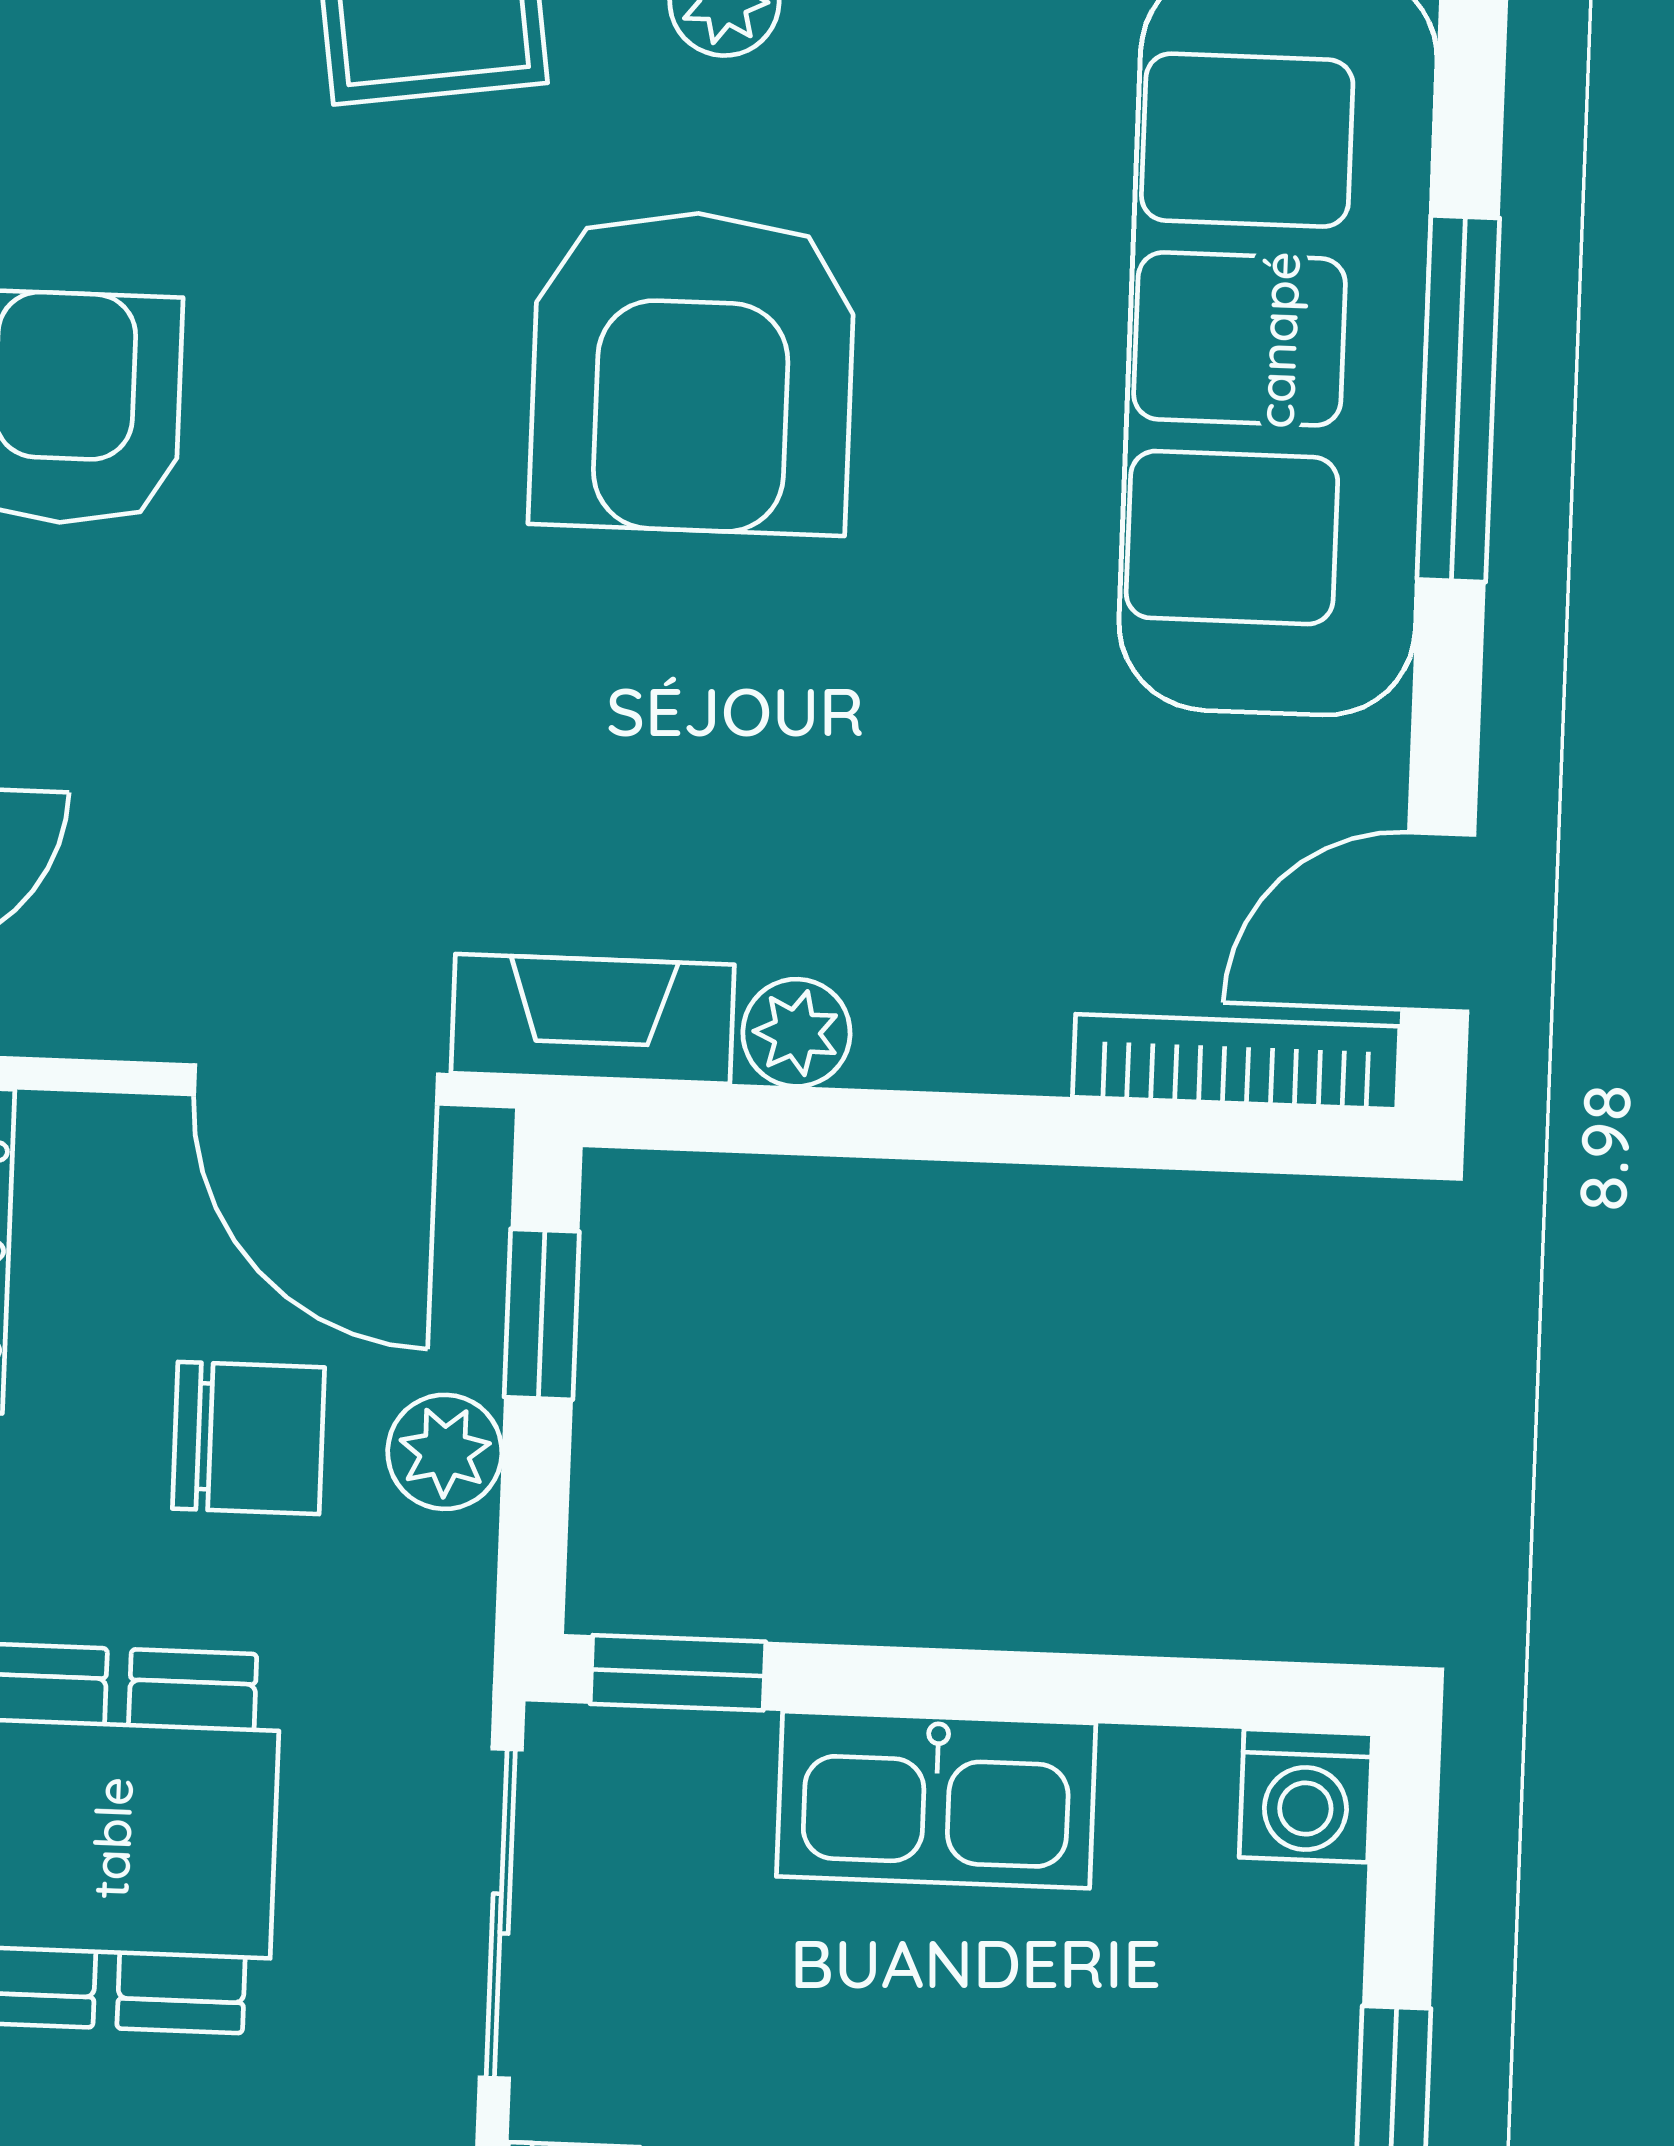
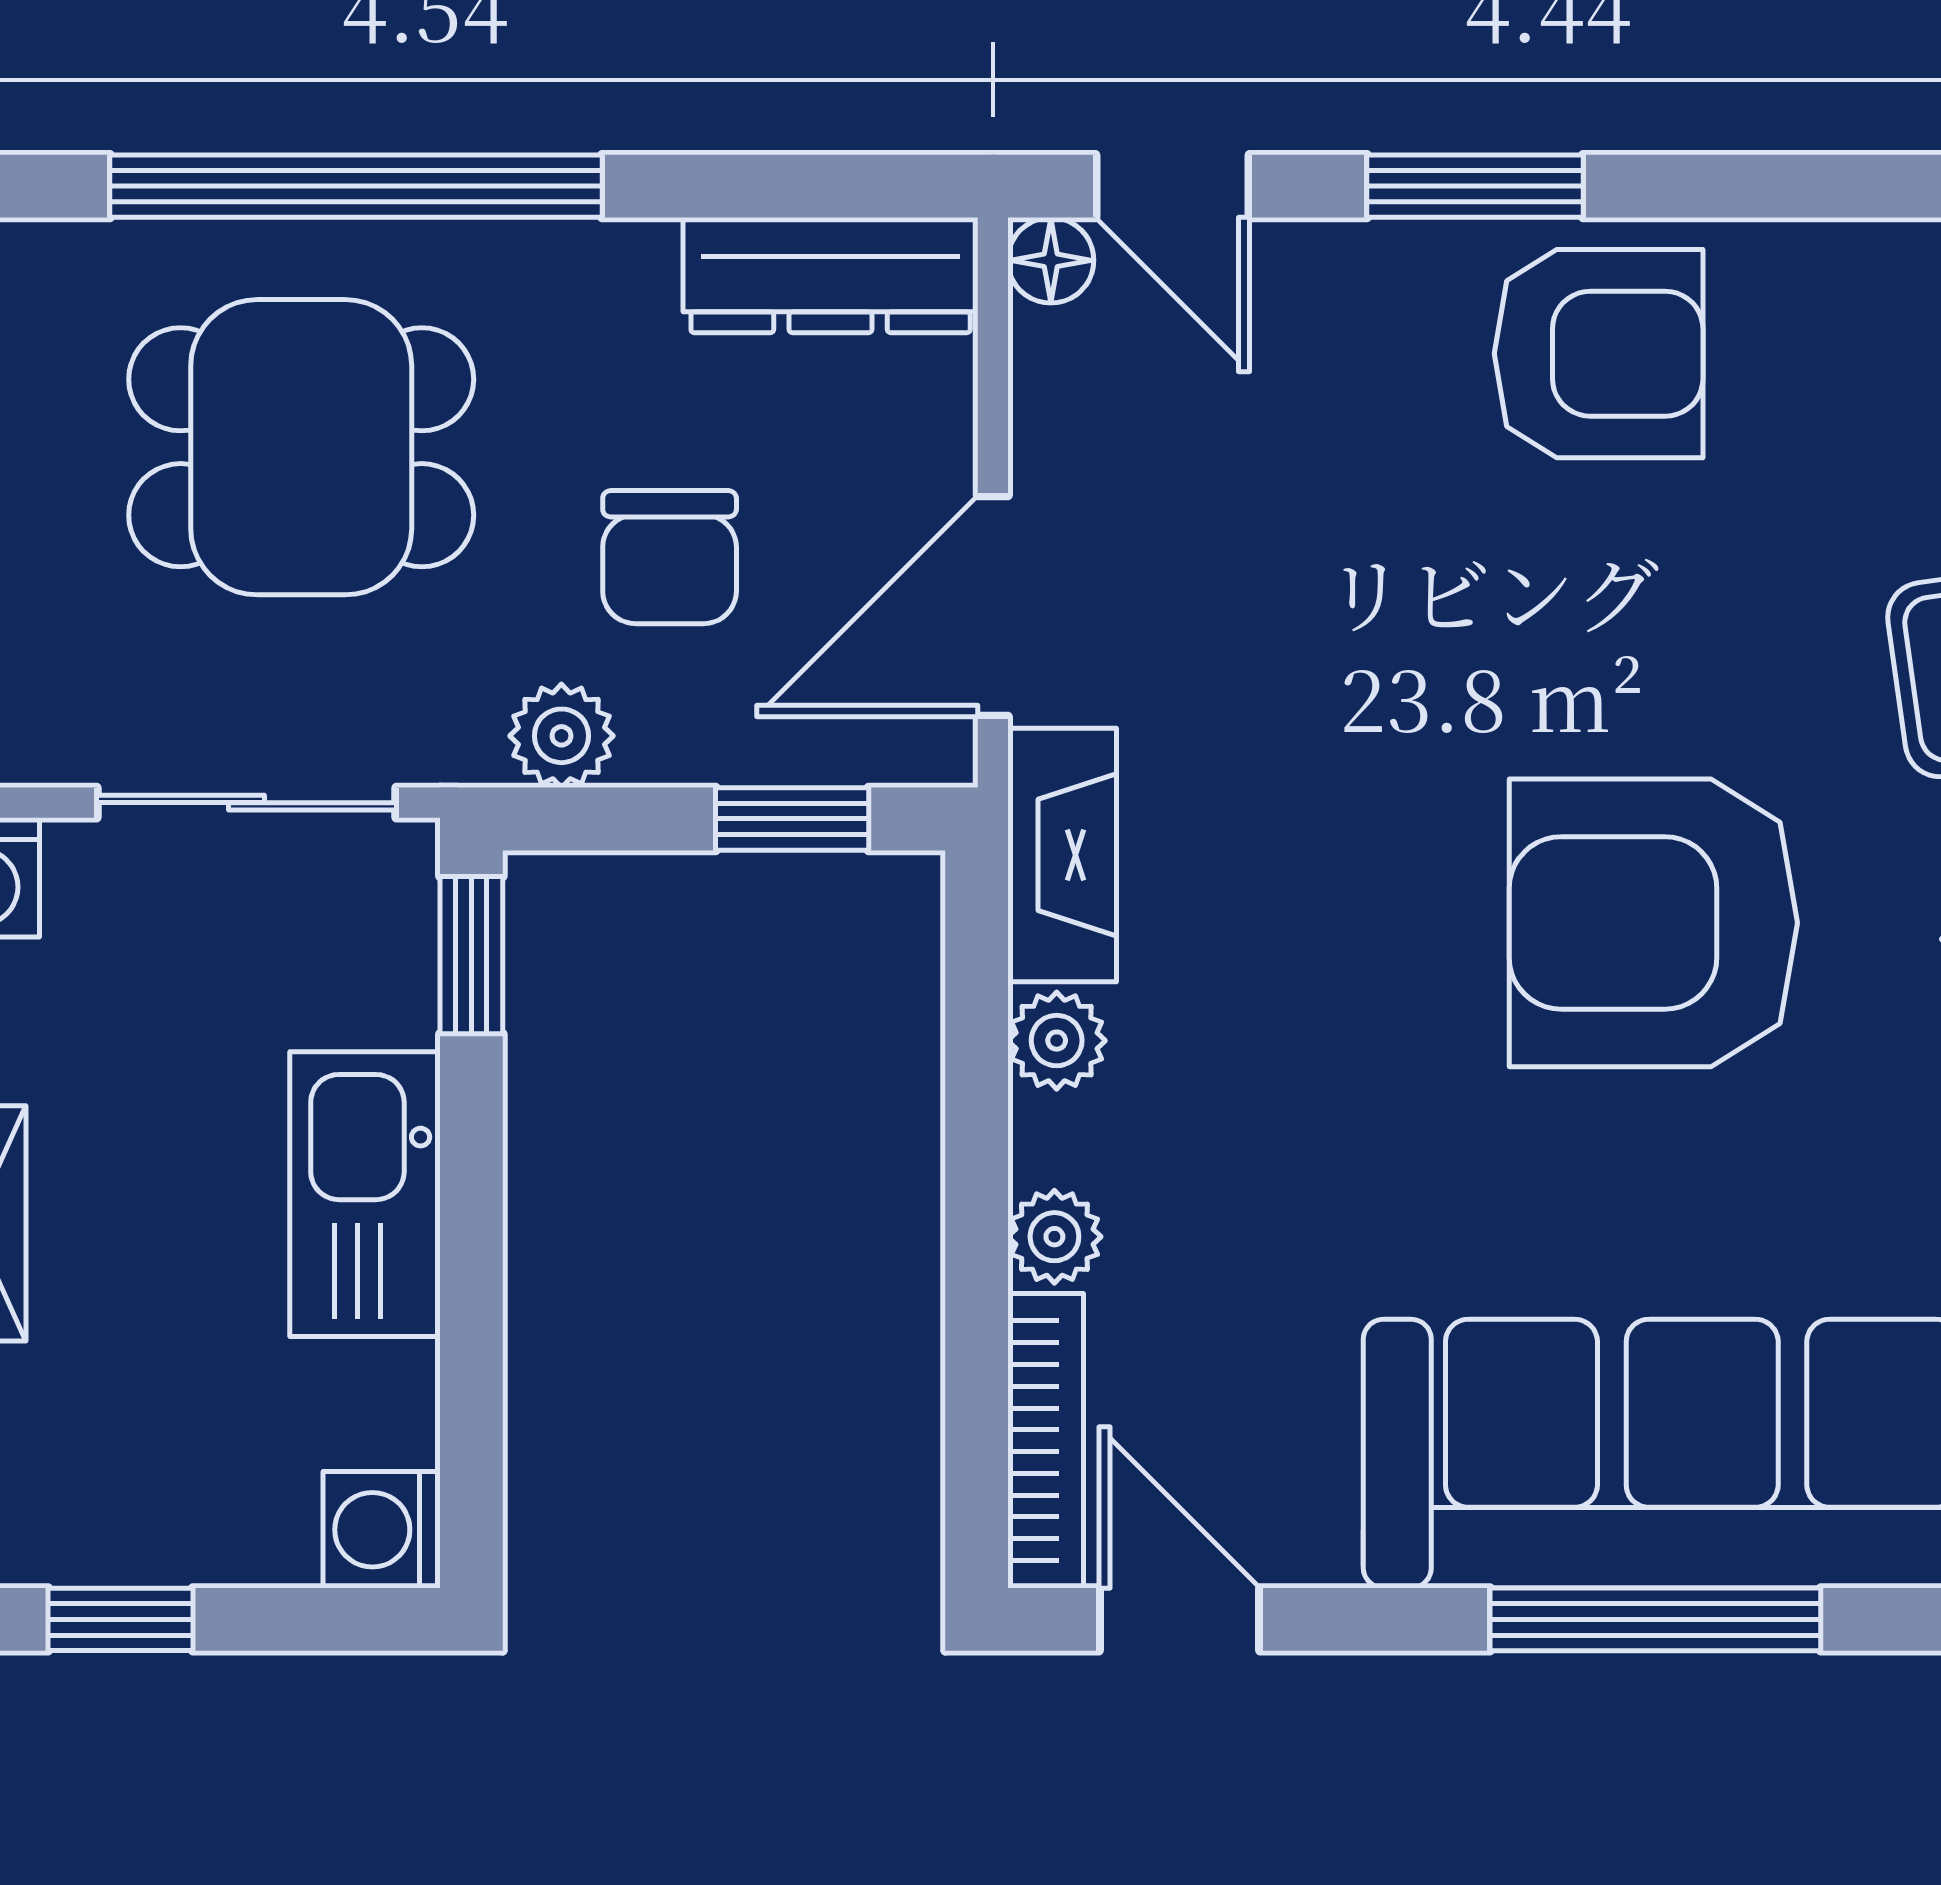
plant: (1012, 1043) -> (1054, 1237), added
plant: (445, 1452) -> (561, 736), moved

